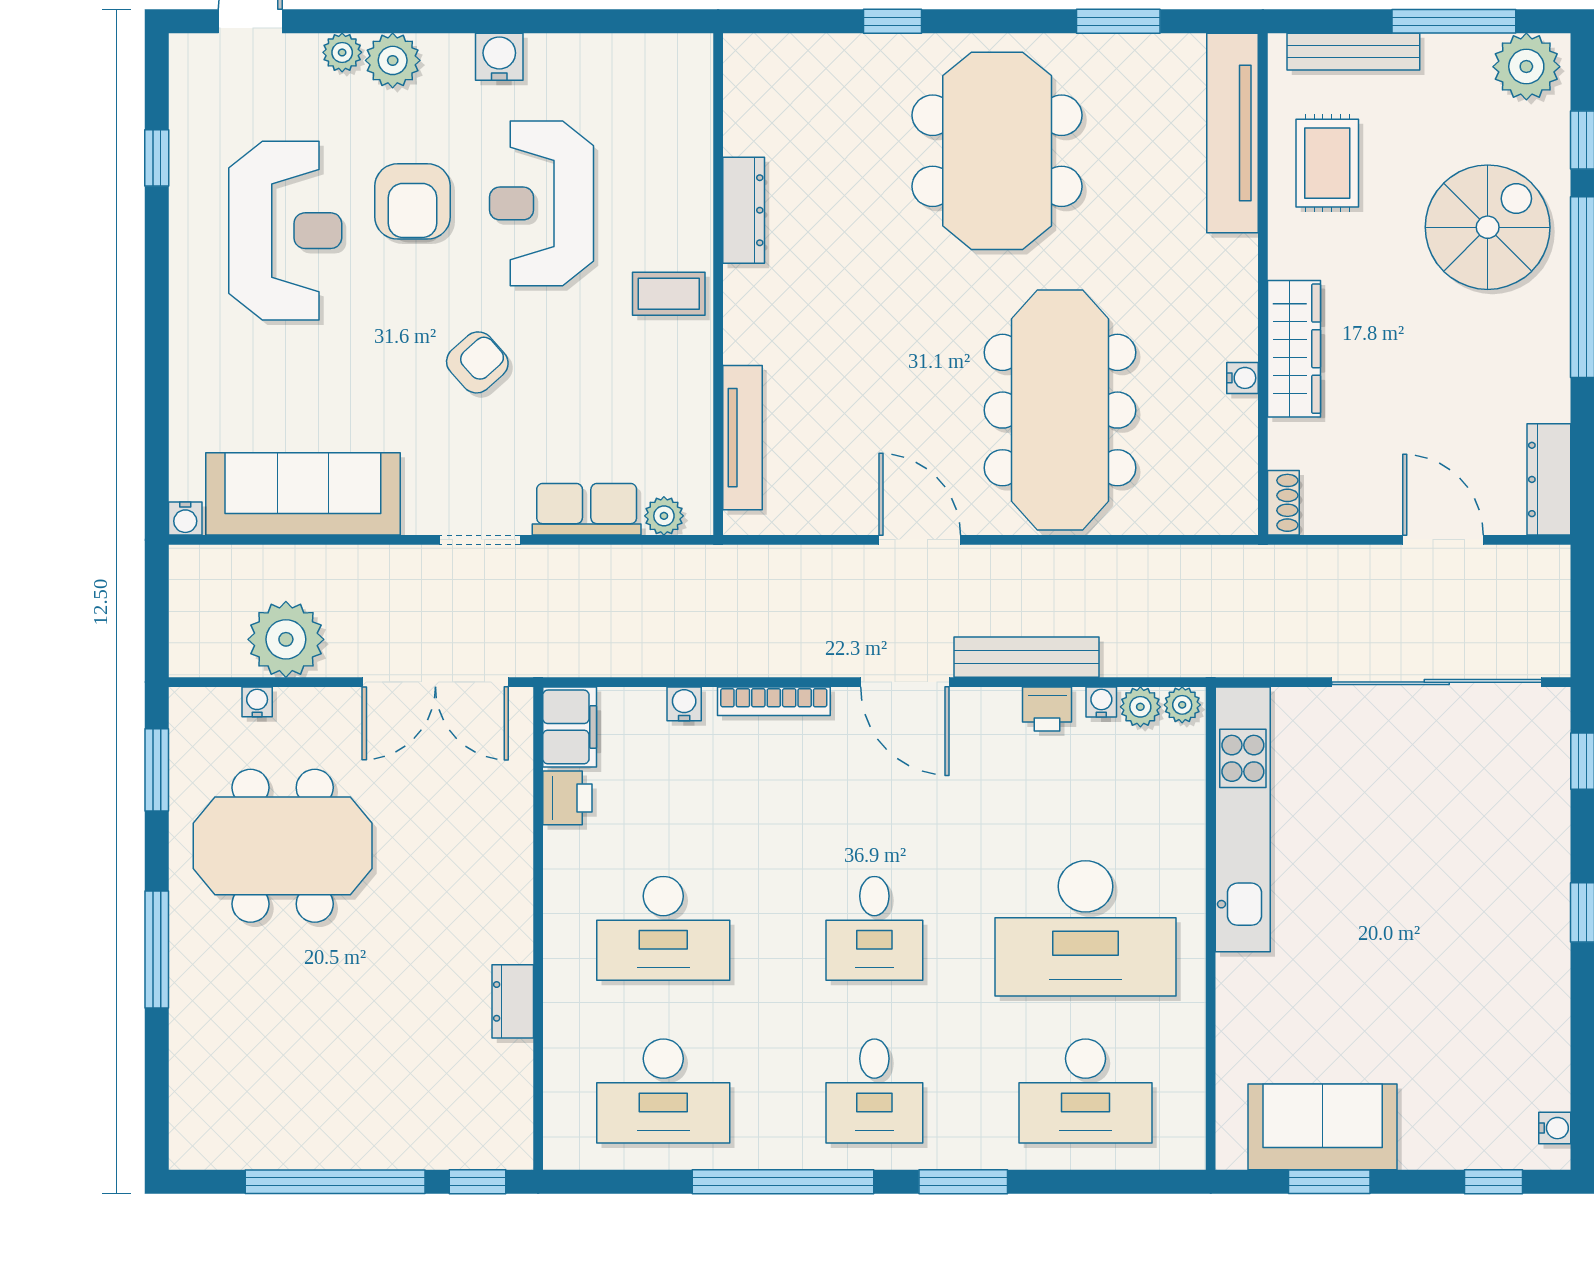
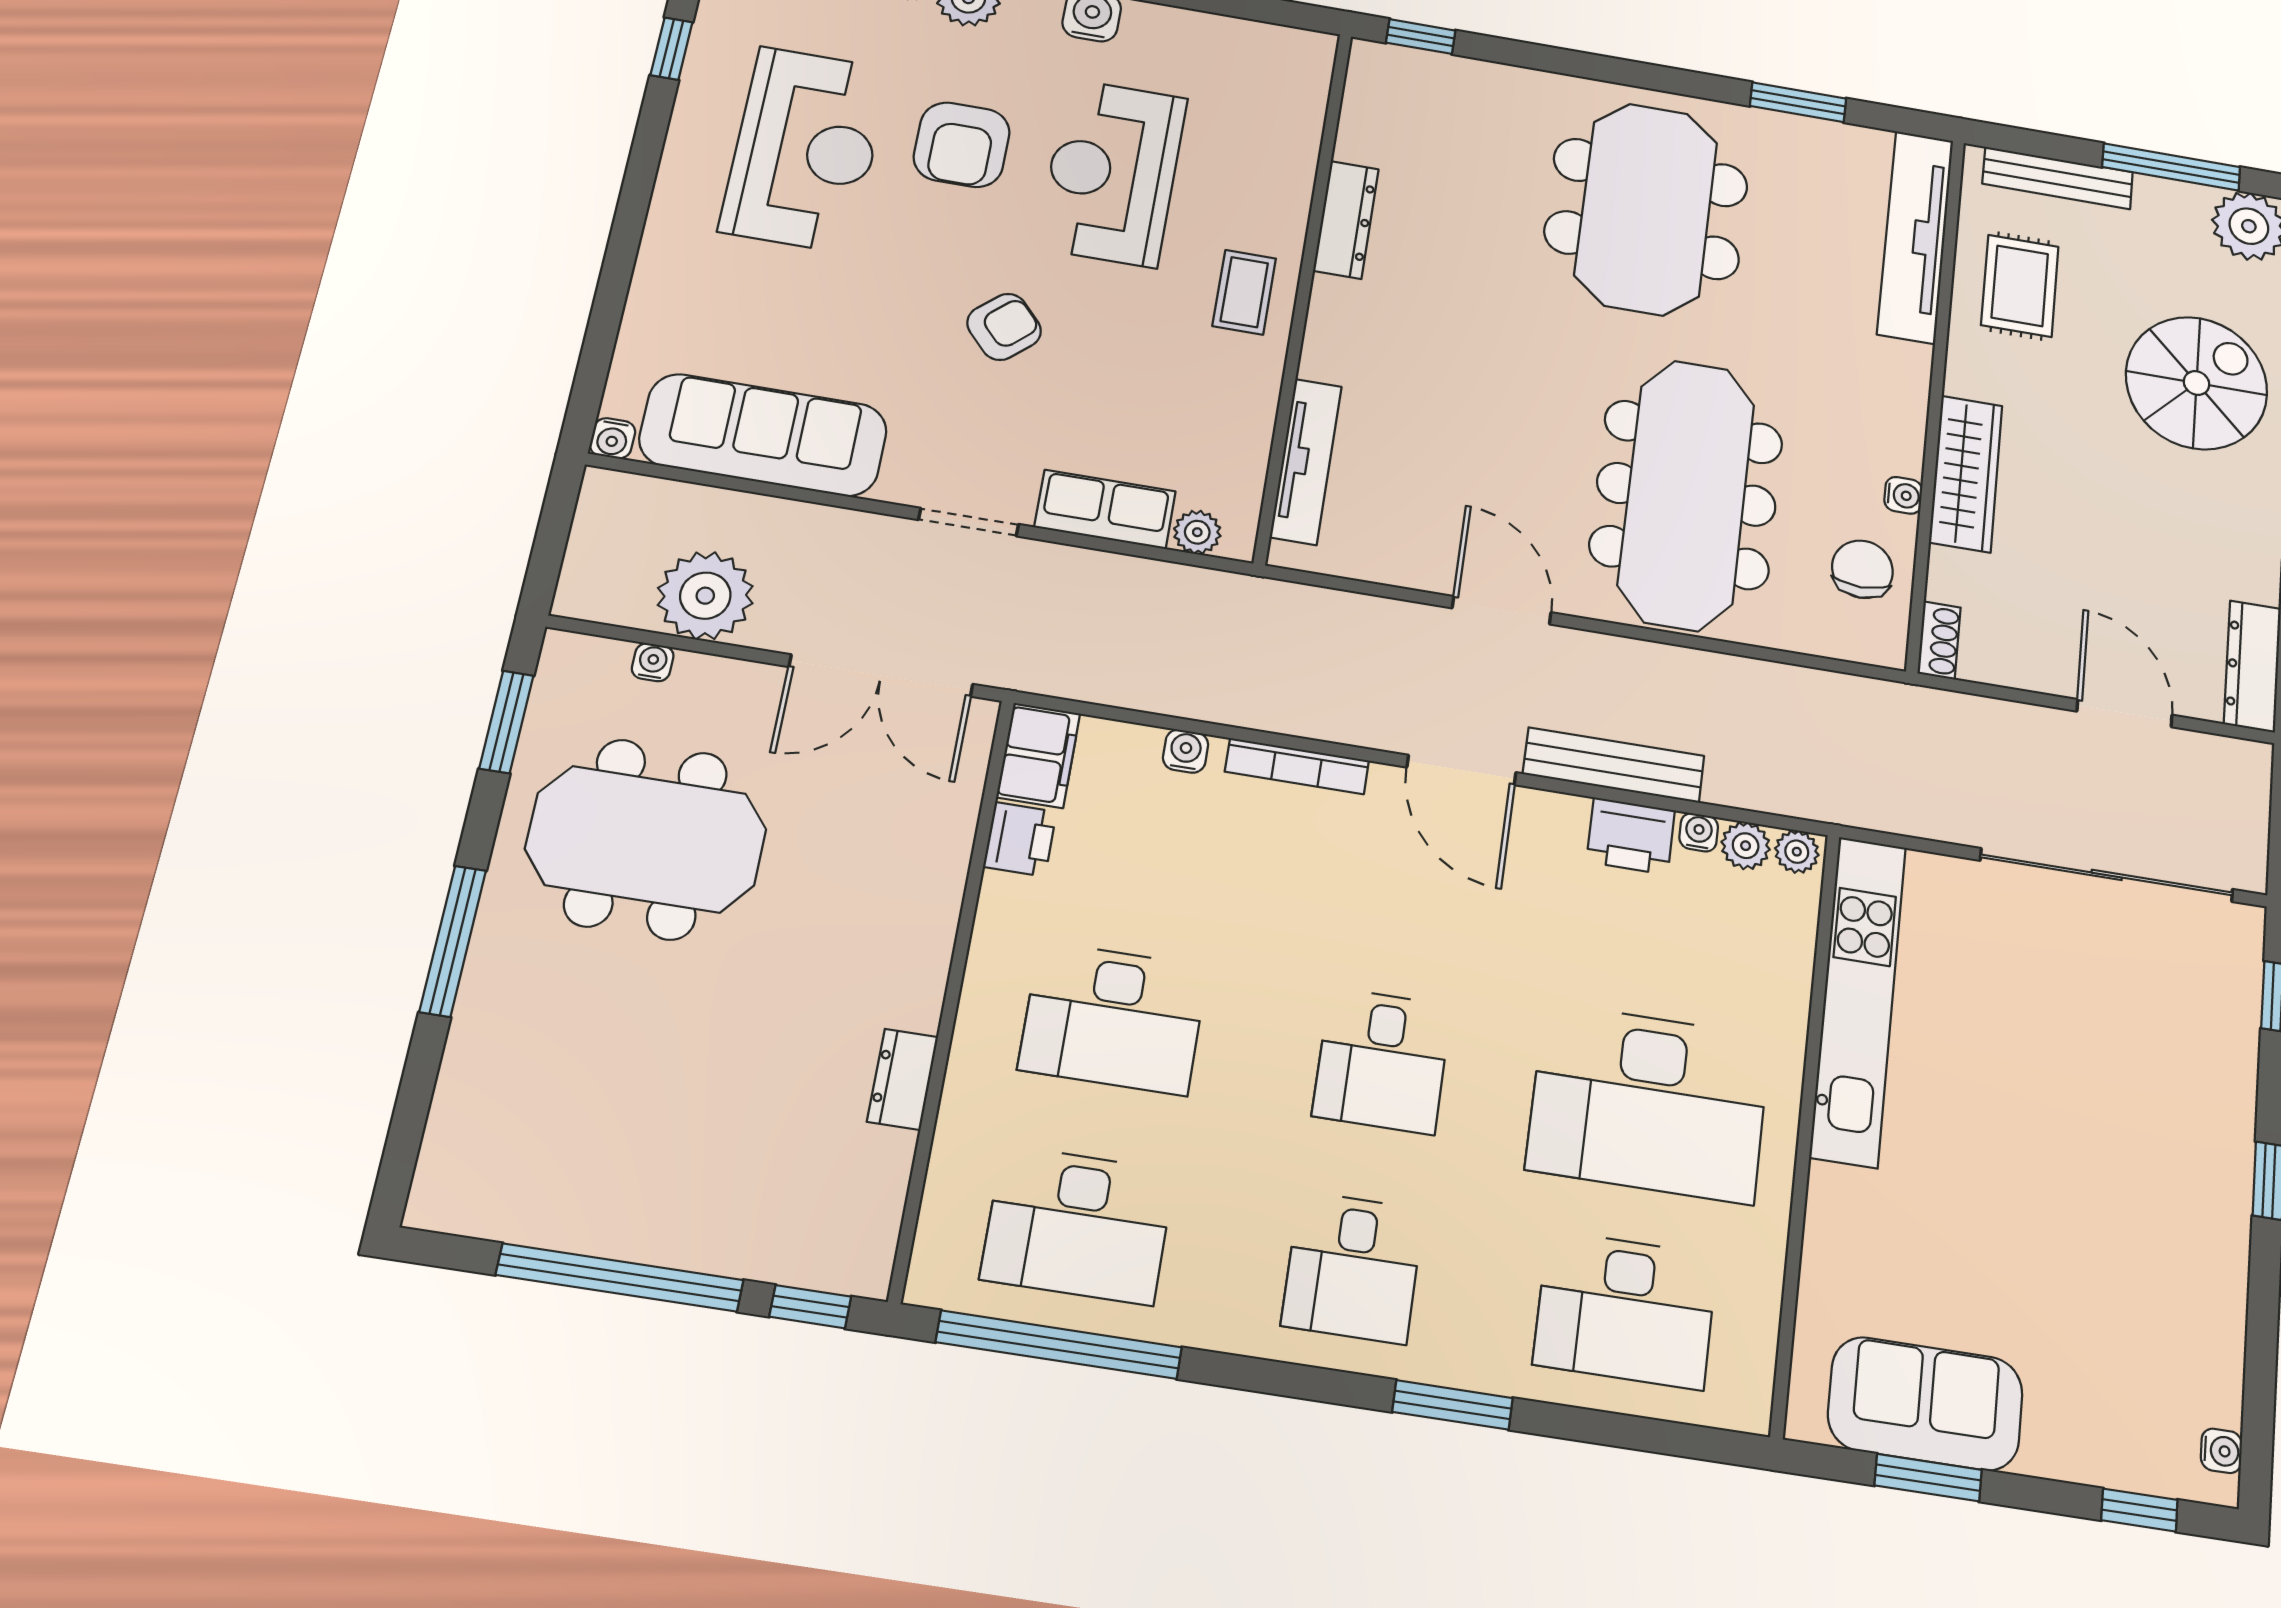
window: (892, 21) -> (1421, 37), moved
coffee table: (669, 294) -> (1244, 292), turned 90
chair: (1214, 451) -> (1862, 569), added
printer: (1047, 709) -> (1631, 836), width x1.36, depth x1.24
window: (783, 1182) -> (1059, 1345), moved

